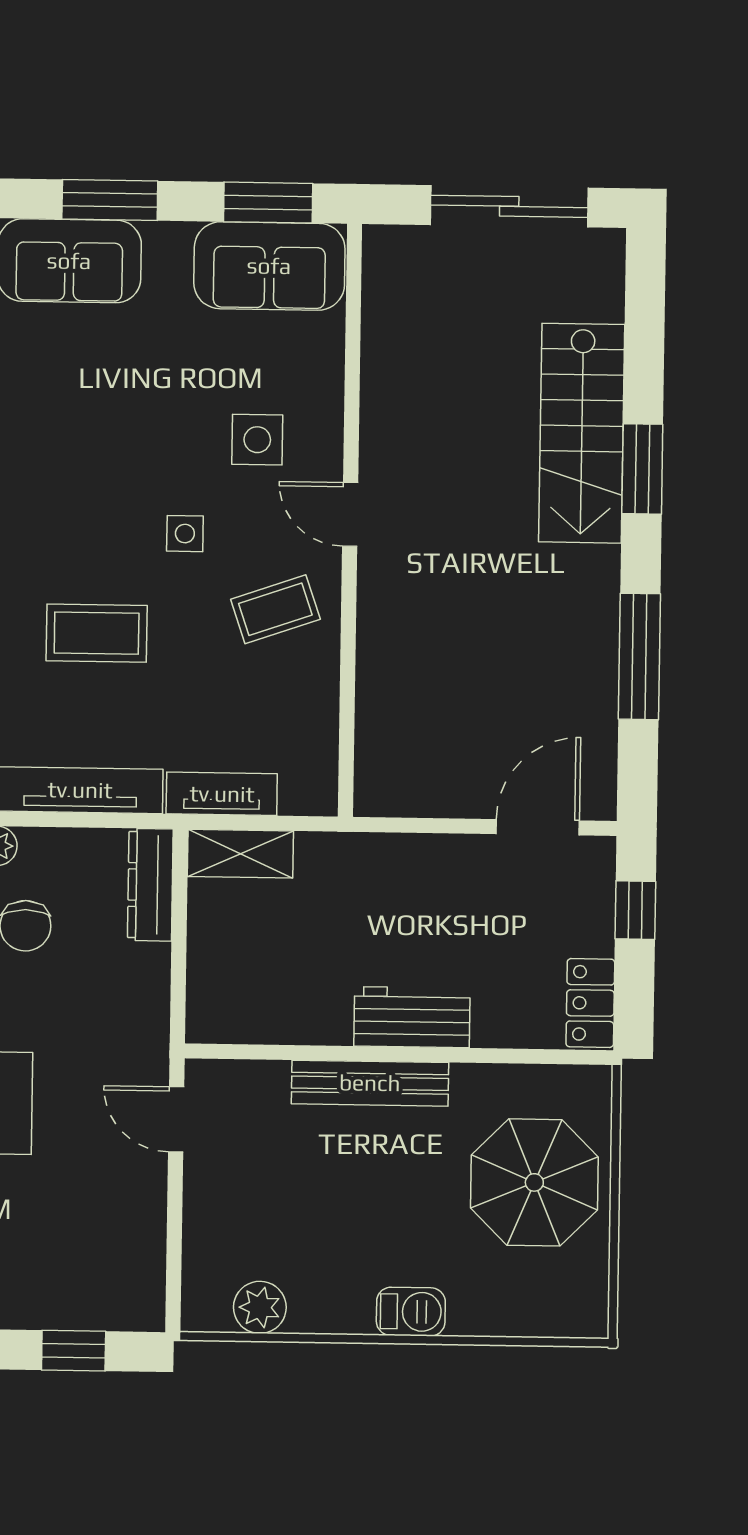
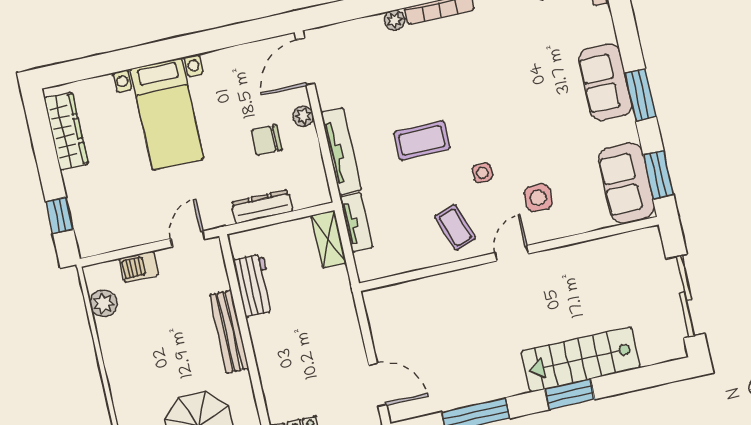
coffee table: (97, 633) -> (422, 141), turned 90
dresser: (150, 885) -> (262, 207), moved
workbench: (412, 1017) -> (254, 285), moved
barbecue: (411, 1312) -> (139, 267), moved, turned 90

